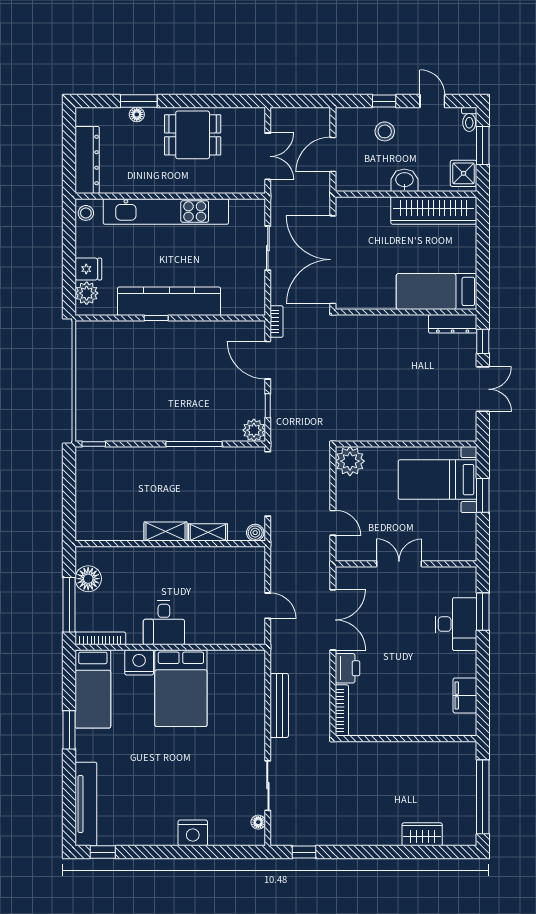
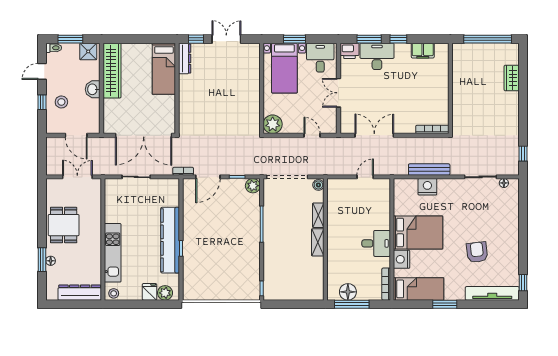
kitchen unit: (166, 211) -> (113, 253), width x0.73
door: (333, 523) -> (312, 135), hinge flipped
desk: (454, 535) -> (320, 58), added
window: (69, 605) -> (352, 304), moved
window: (483, 658) -> (398, 39), added
printer: (347, 668) -> (349, 51), moved, turned 180
armchair: (150, 780) -> (477, 252), added
nightstand: (193, 833) -> (427, 187), moved, turned -90

